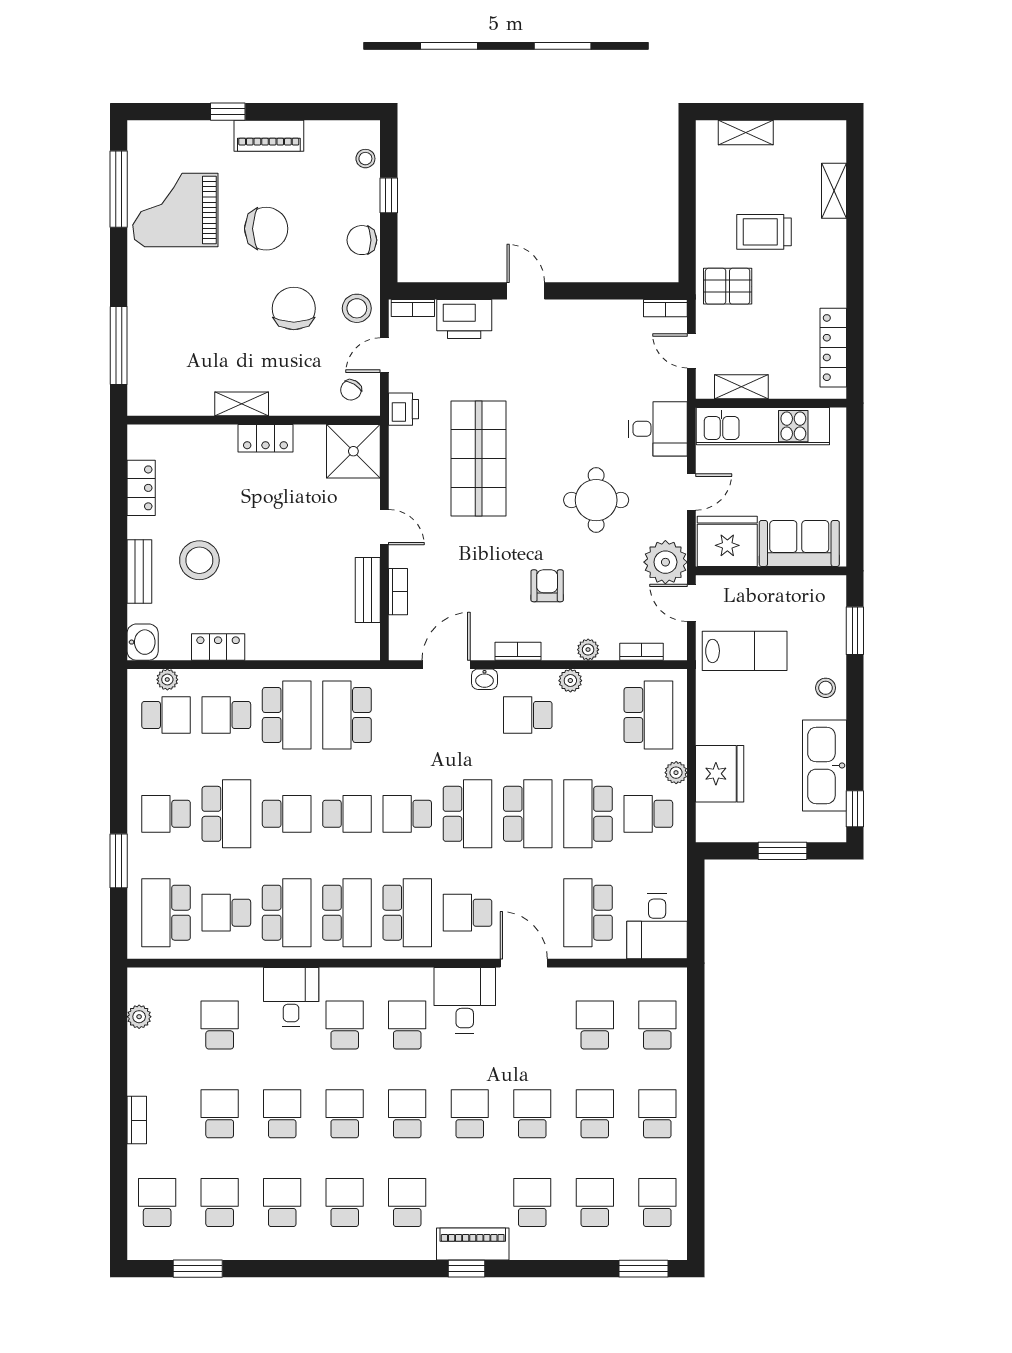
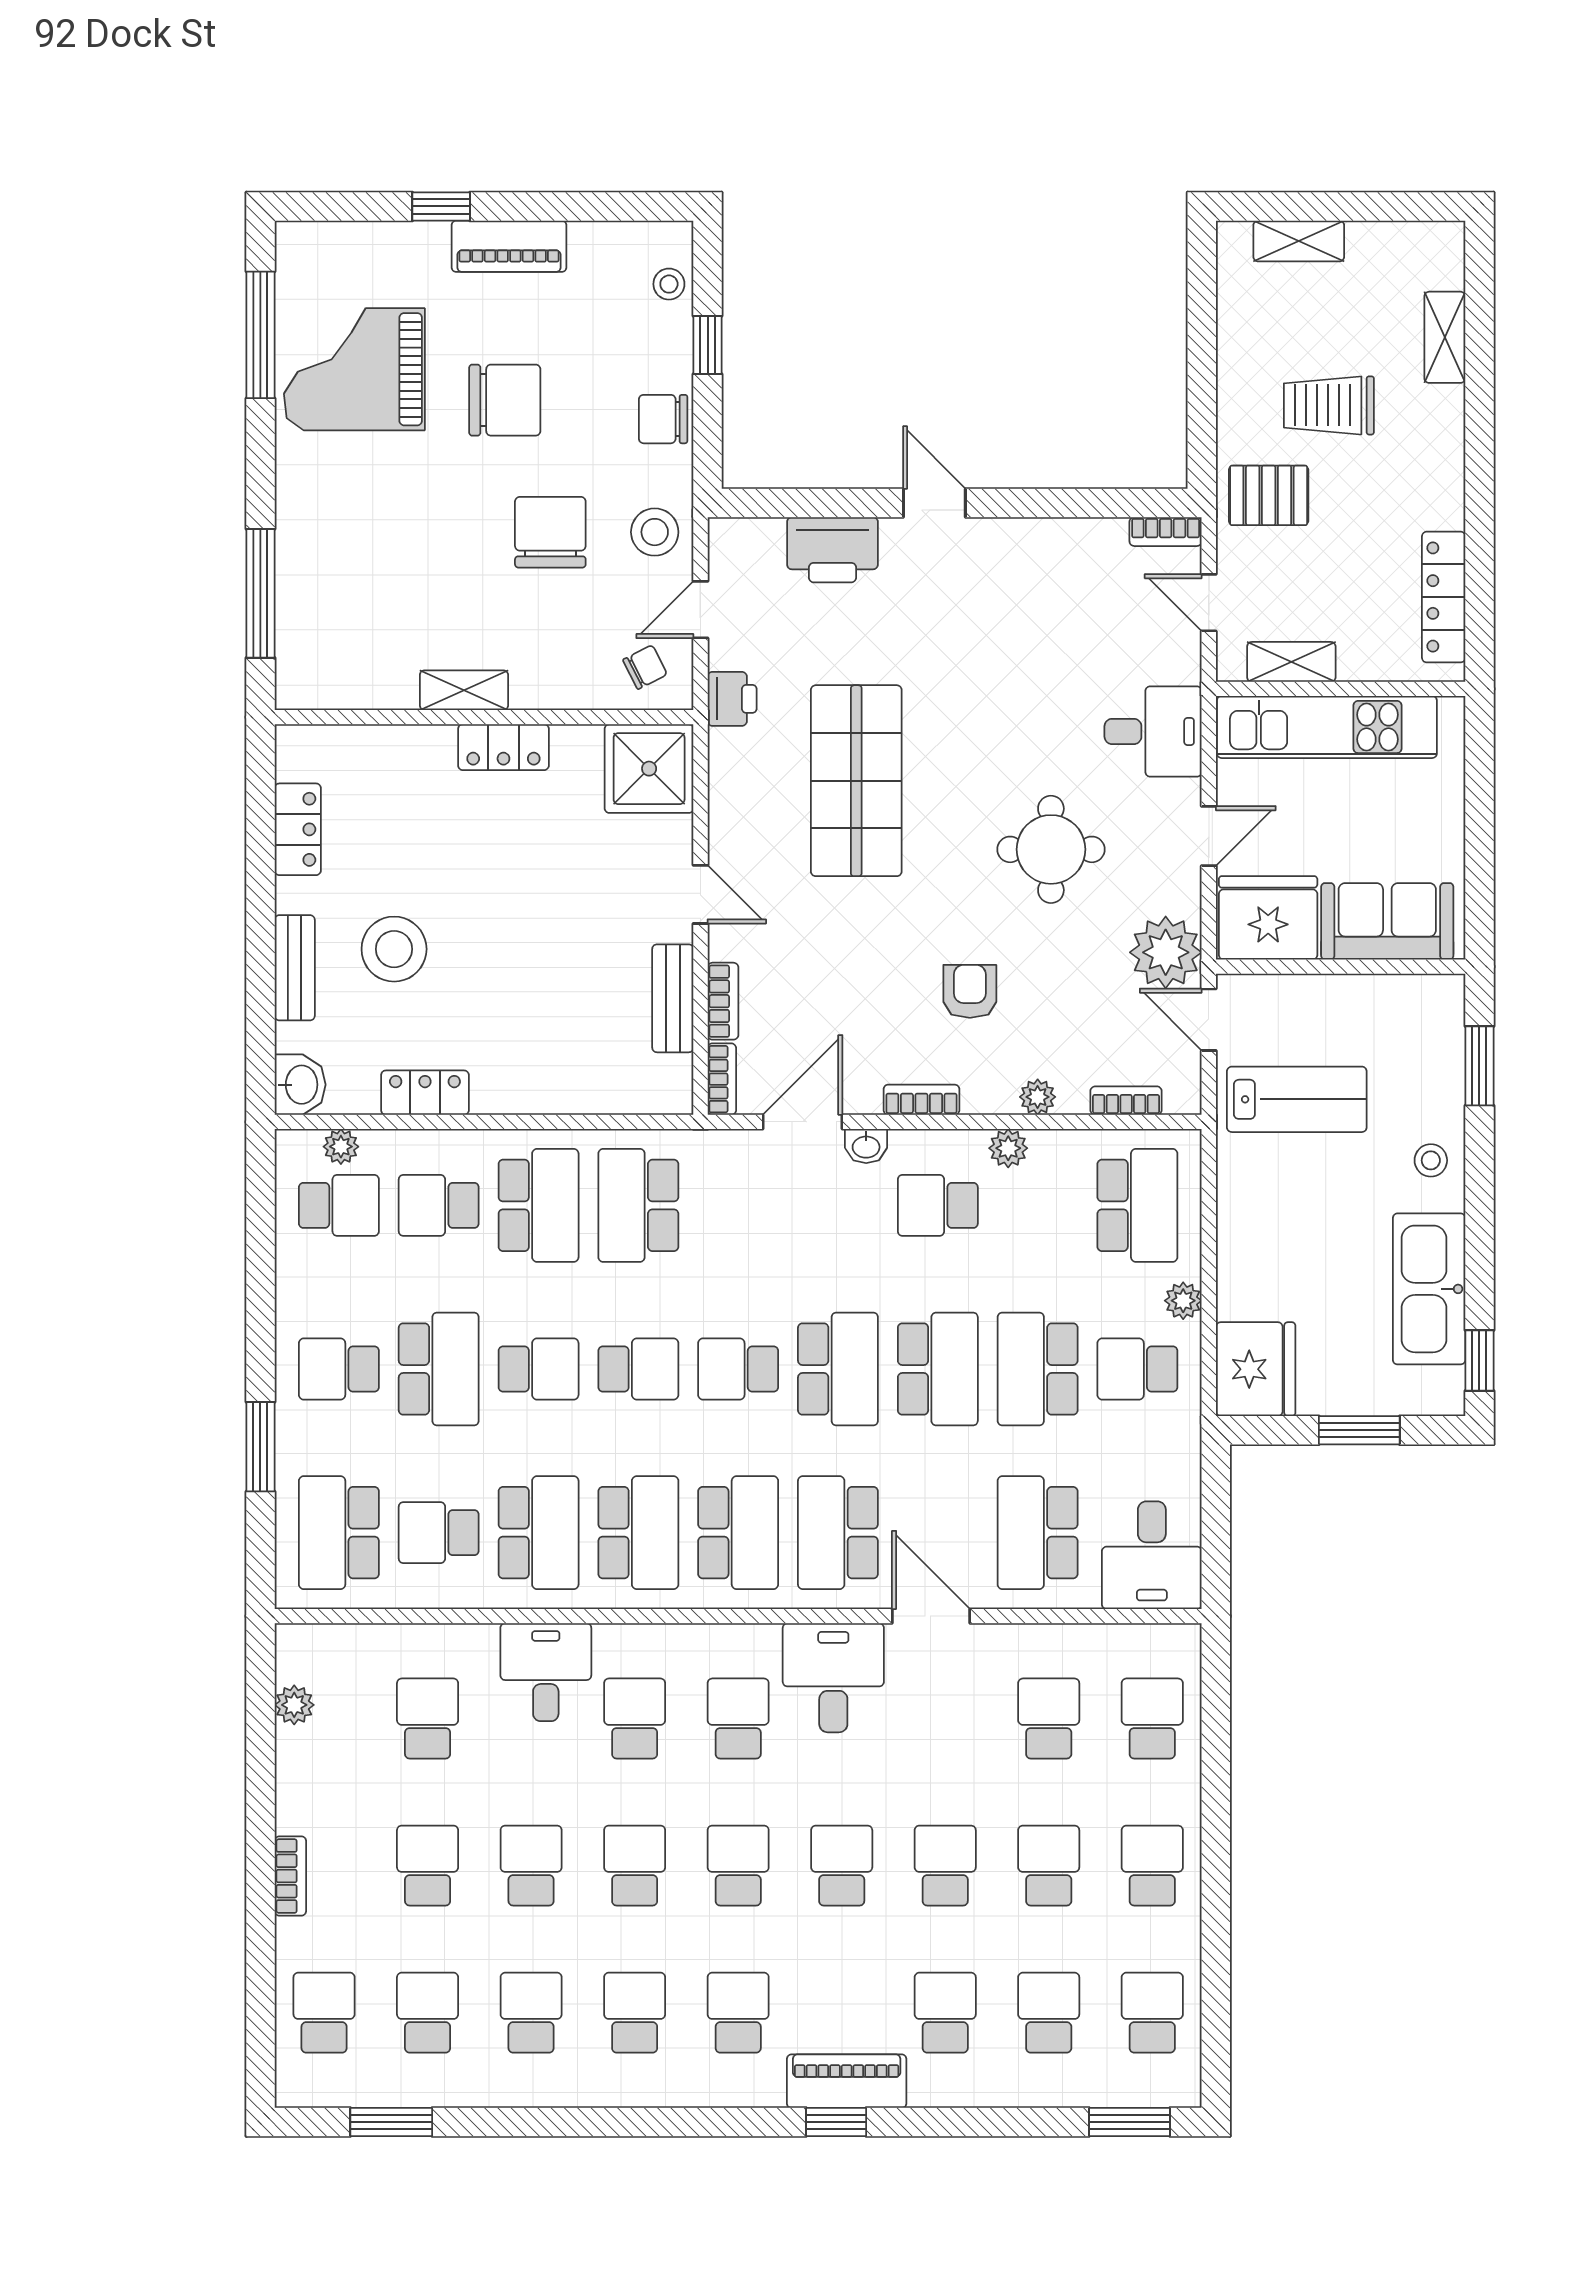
bookcase: (413, 308) -> (722, 1079), moved, turned -90
chair: (351, 390) -> (645, 667), turned -148
fridge: (720, 774) -> (1256, 1369), moved
school desk: (467, 913) -> (838, 1533), width x1.85

